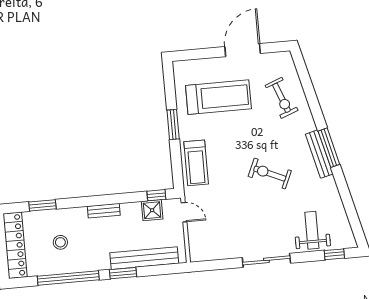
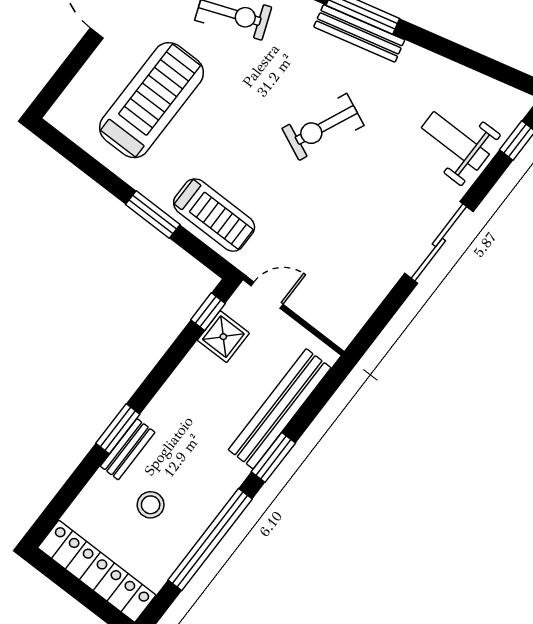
window: (173, 124) -> (153, 215), moved
window: (42, 205) -> (118, 429), moved
bench: (104, 211) -> (128, 449), moved

